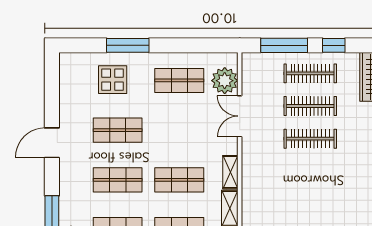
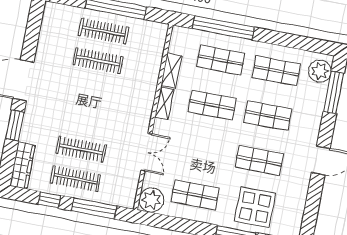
display table: (113, 80) -> (255, 207), width x1.36, depth x1.36
plant: (225, 81) -> (151, 200), moved
clothes rail: (310, 139) -> (98, 61), moved

